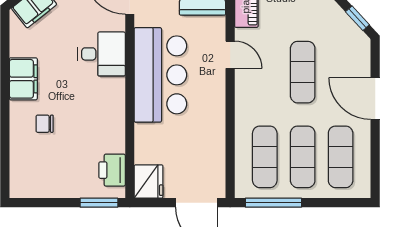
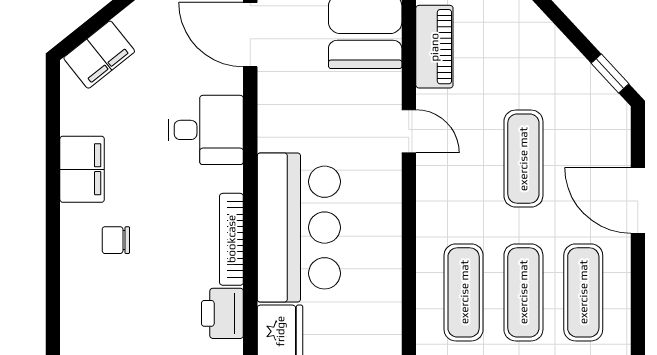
bar counter: (160, 75) -> (299, 228), moved
bookcase: (118, 123) -> (231, 239), added

